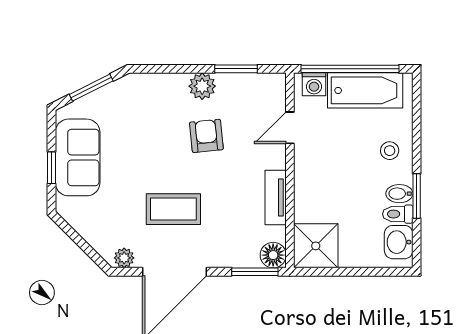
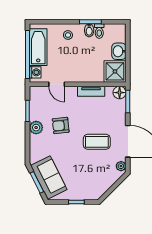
sofa: (78, 157) -> (49, 178), moved, turned 63
coffee table: (173, 209) -> (97, 142), turned 90
washbasin: (399, 242) -> (119, 51), moved, turned 90

